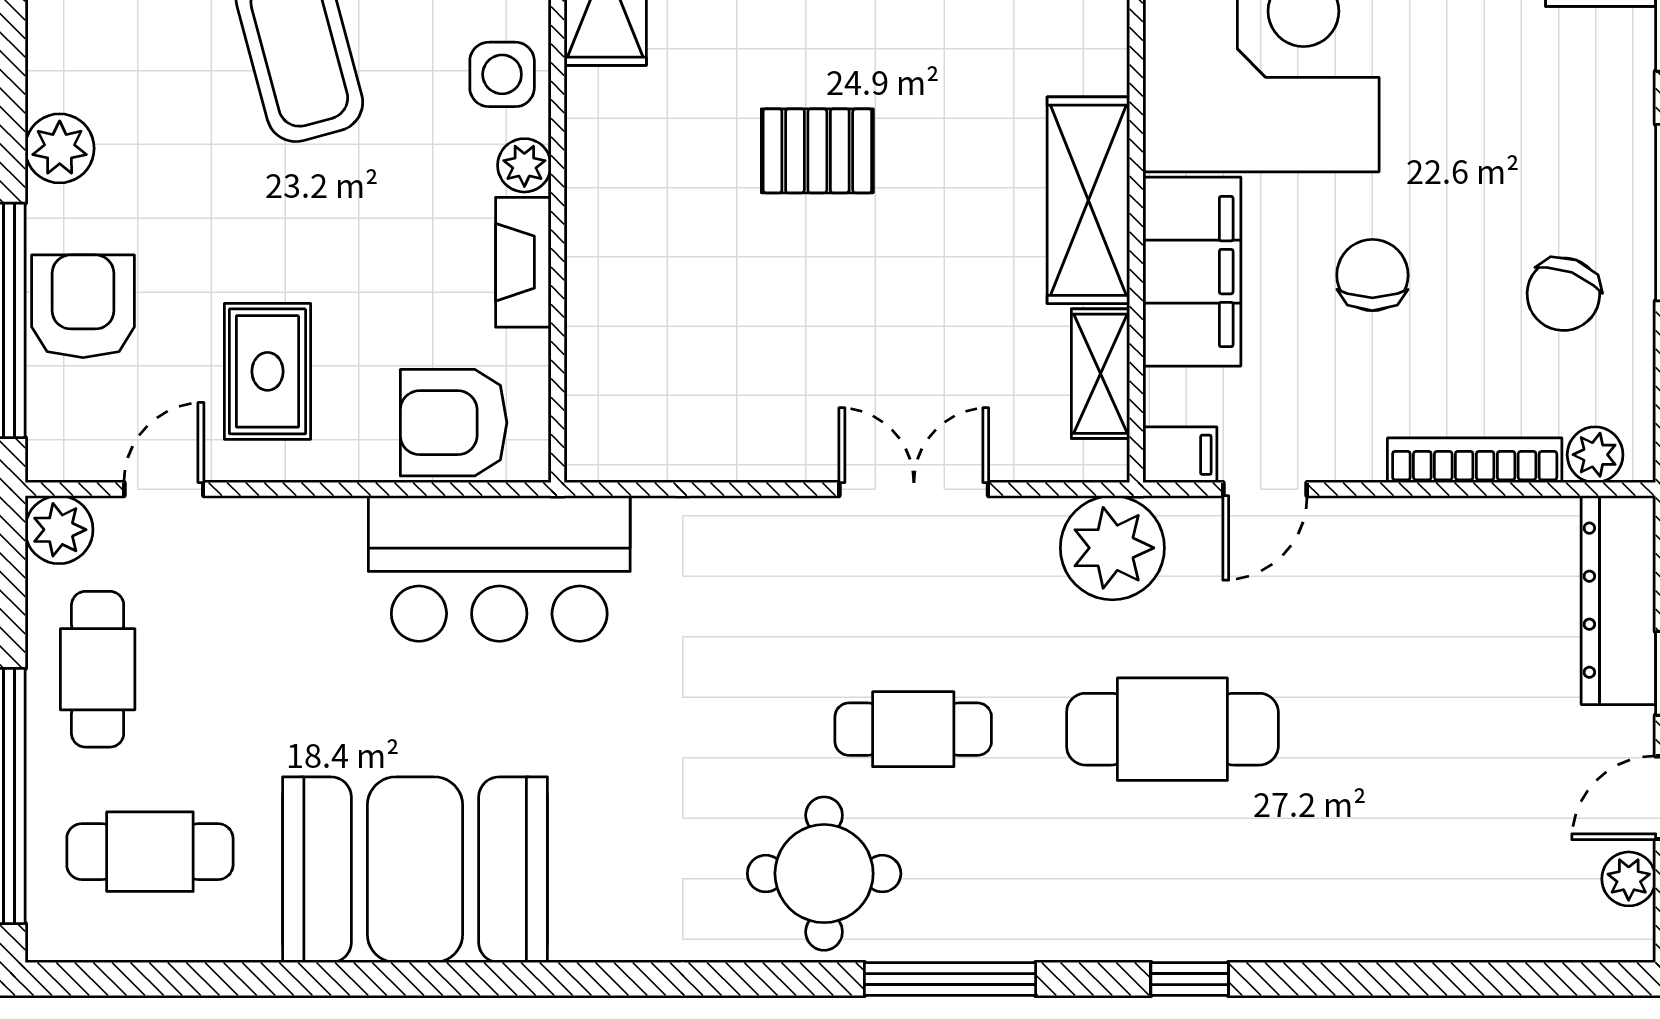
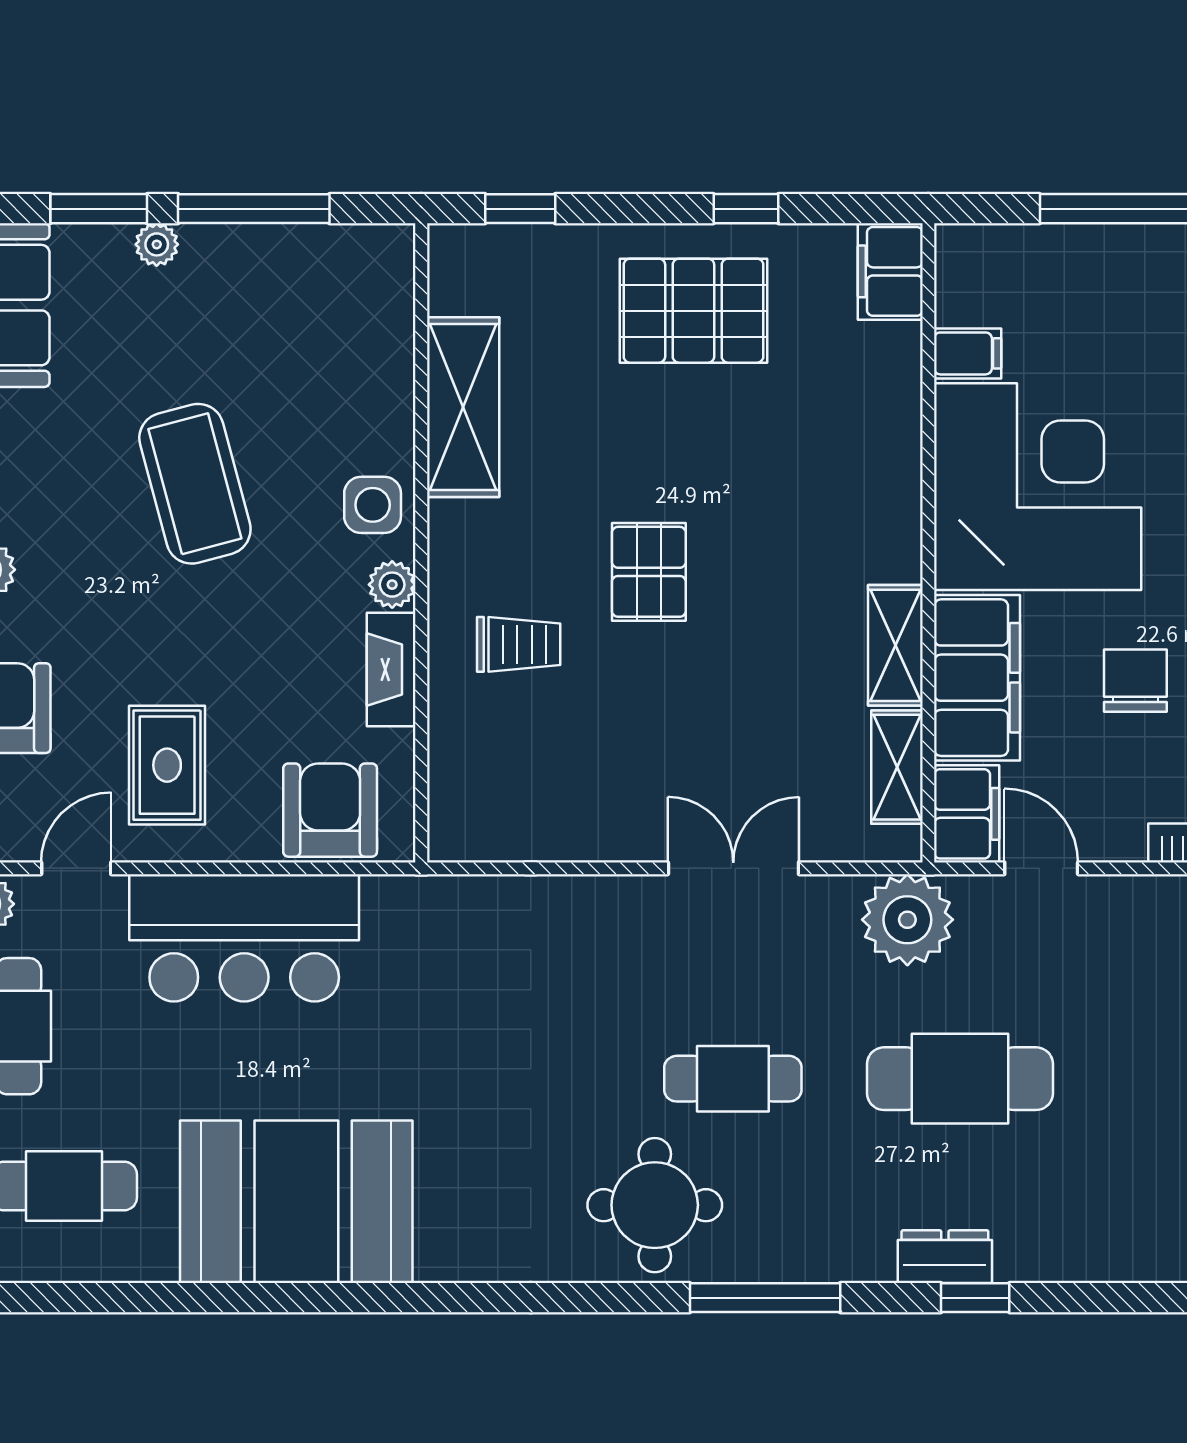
pallet: (817, 151) -> (649, 572), turned 90
shelving: (1088, 200) -> (895, 645), width x0.67, depth x0.75
trolley: (669, 233) -> (519, 644), added
armchair: (454, 423) -> (330, 810), turned 90
filing cabinet: (1180, 455) -> (967, 814), width x2.00
door: (1265, 489) -> (1041, 868), swing flipped
bar counter: (499, 568) -> (244, 938), moved
dresser: (1155, 932) -> (945, 1257), added

